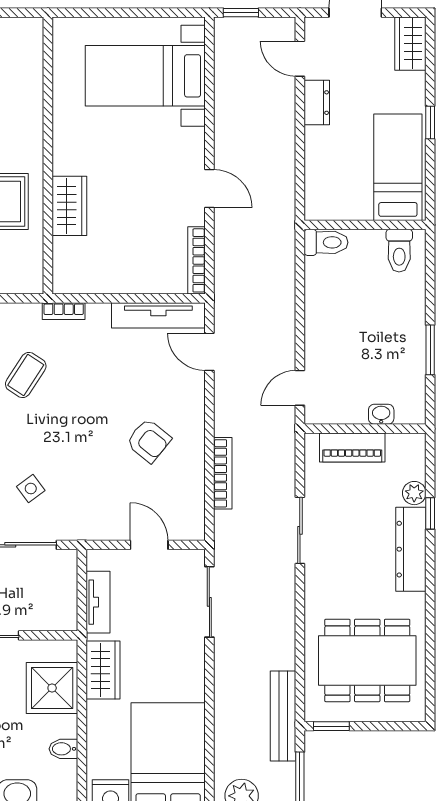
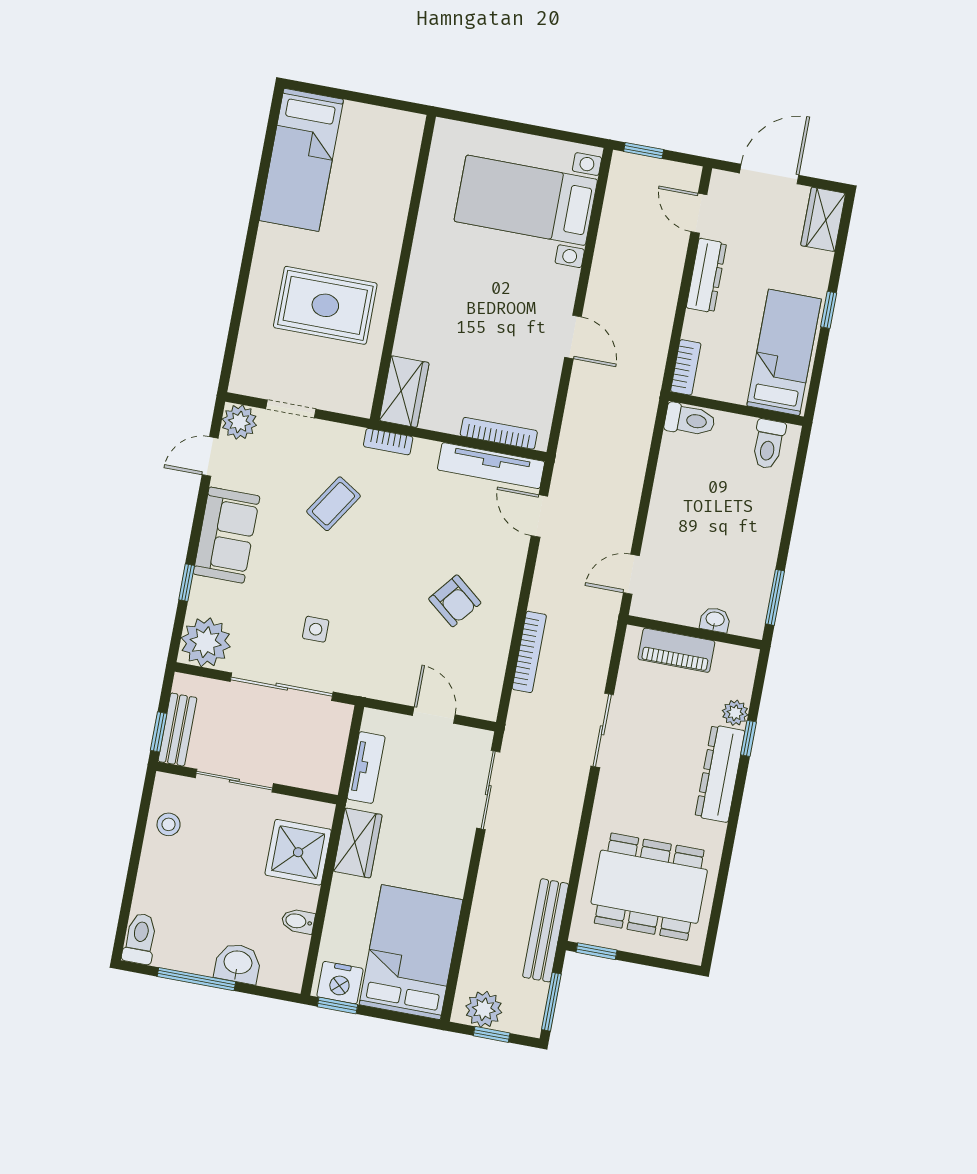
dresser: (317, 103) -> (706, 275), width x1.44
bookcase: (314, 197) -> (686, 367), added
wardrobe: (69, 206) -> (404, 392), moved
bookcase: (196, 260) -> (499, 433), moved, turned 90
window: (430, 350) -> (775, 597), moved
side table: (31, 489) -> (316, 629), turned 37

